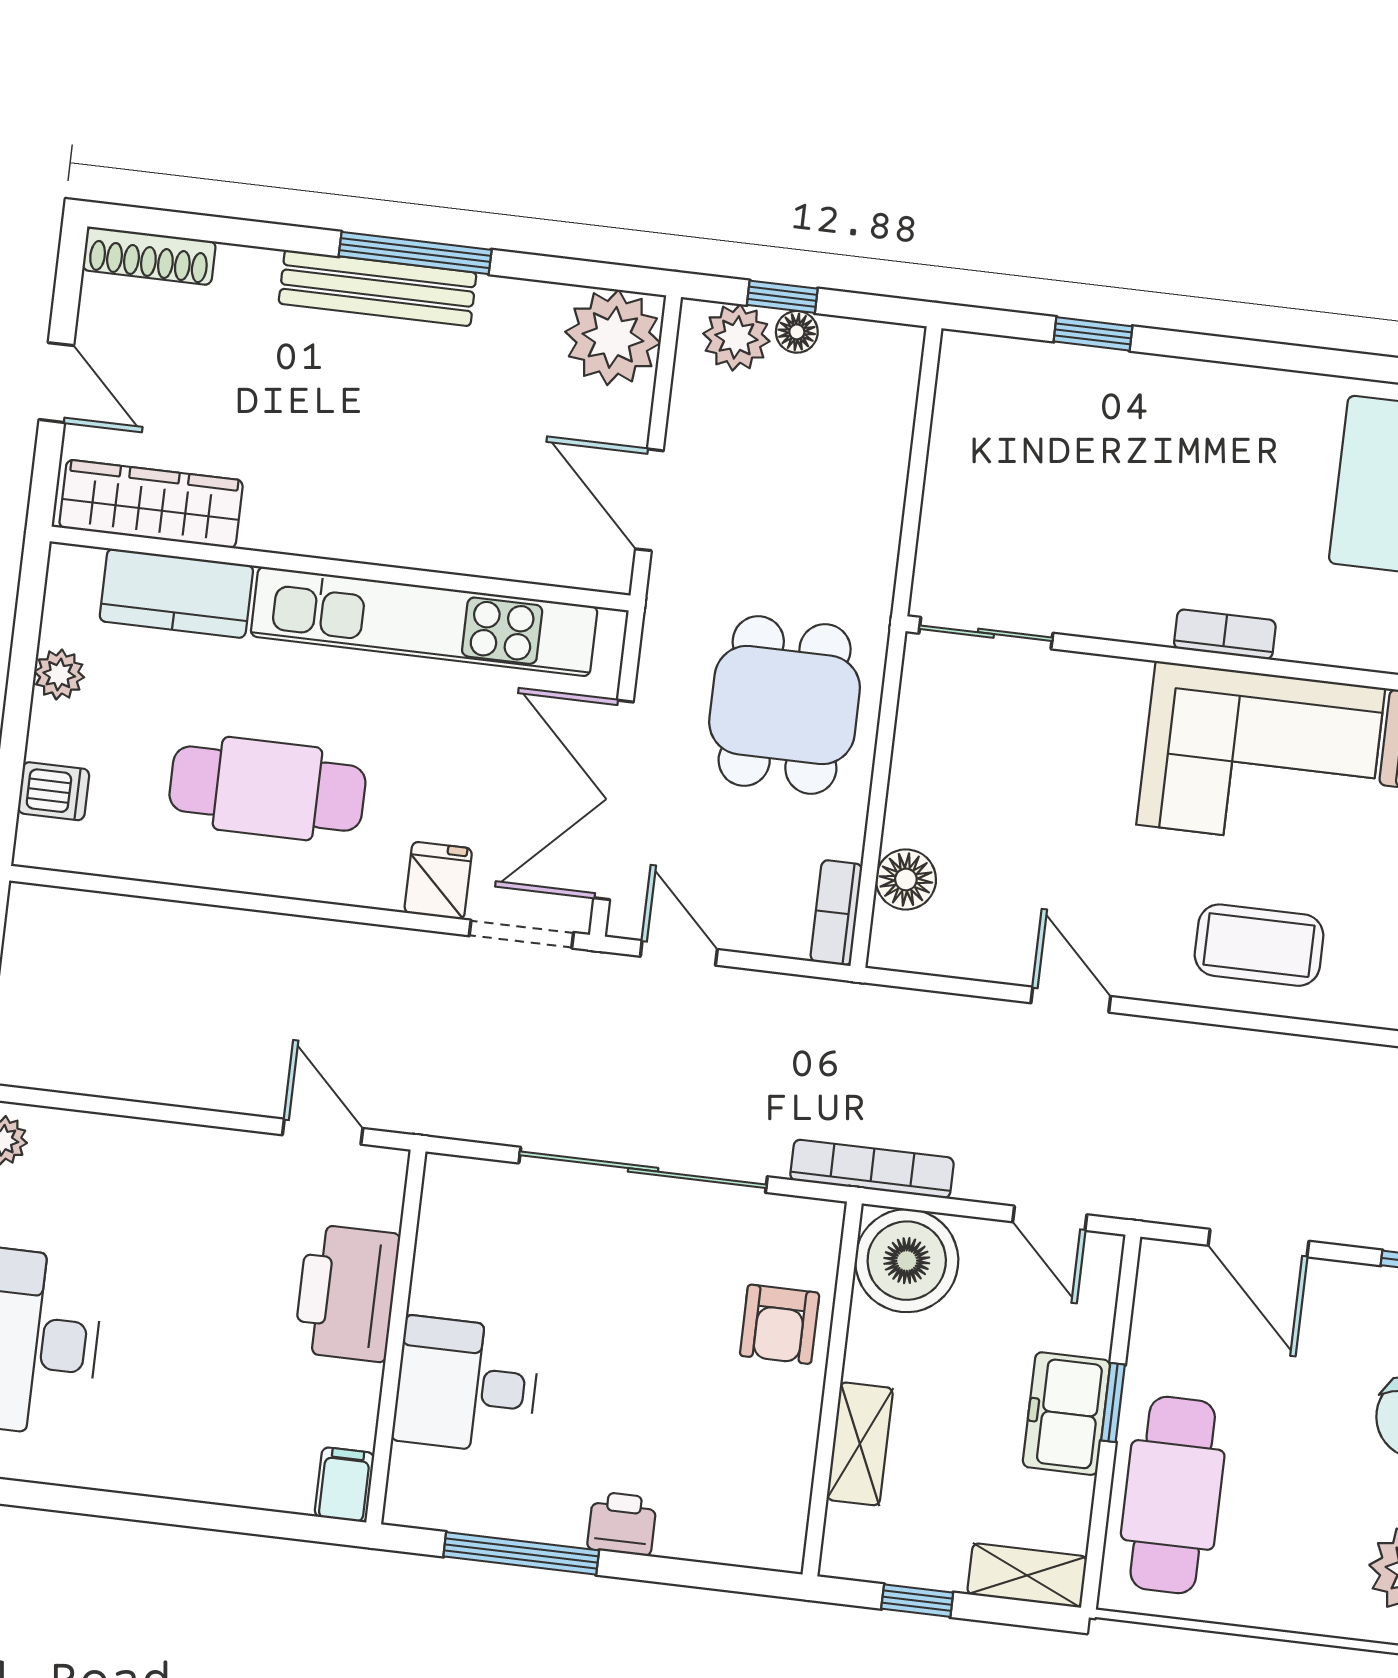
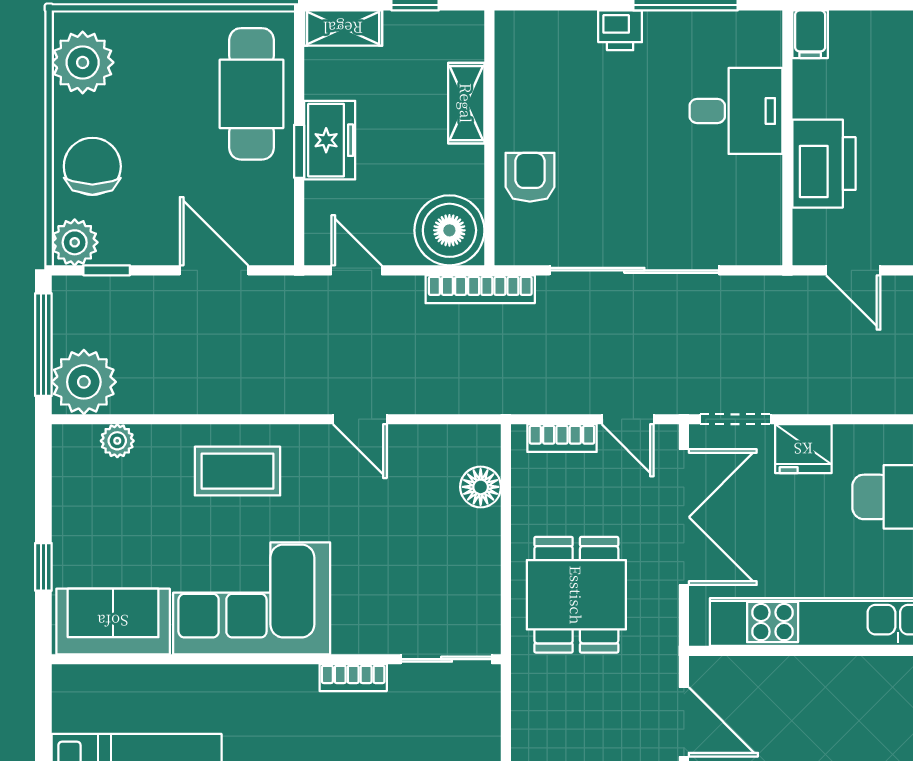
bookcase: (1225, 634) -> (353, 678), moved
fridge: (438, 881) -> (803, 449), width x1.38
bookcase: (836, 913) -> (562, 438), moved, turned 90

